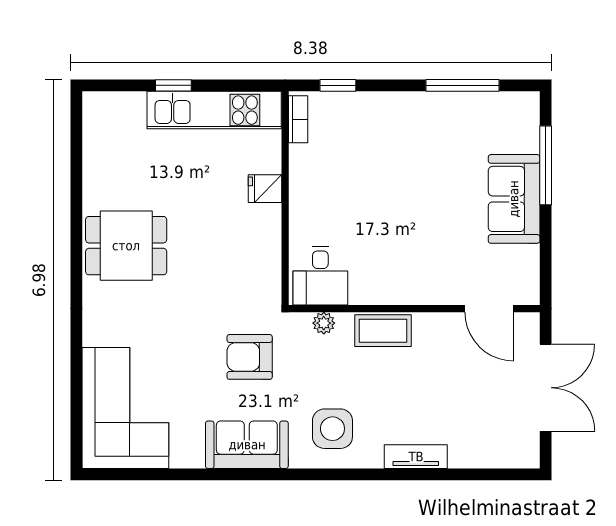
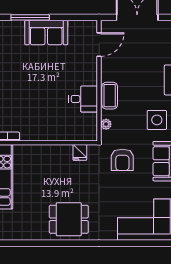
fridge: (265, 189) -> (80, 152), moved
dining table: (126, 246) -> (69, 219), turned 90
desk: (320, 276) -> (83, 99), moved

